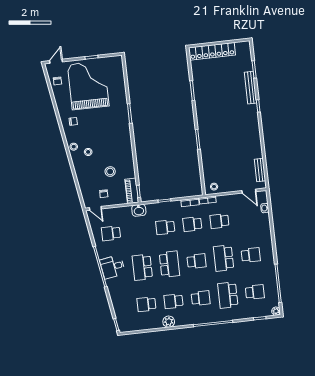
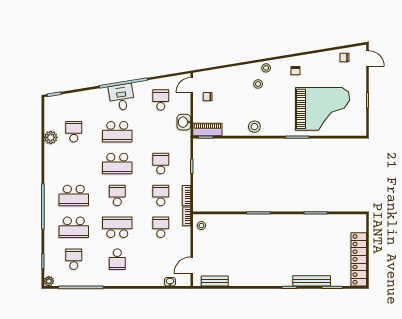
locker: (212, 51) -> (359, 259), moved
grand piano: (88, 85) -> (323, 109), moved
stool: (110, 172) -> (254, 127), moved
washbasin: (139, 210) -> (184, 122), moved
school desk: (196, 261) -> (117, 195), turned 180
school desk: (142, 267) -> (117, 132), turned 180
school desk: (255, 292) -> (74, 259), turned 180
school desk: (228, 295) -> (74, 227), turned 180
school desk: (201, 298) -> (74, 195), width x1.85
school desk: (174, 301) -> (74, 164), removed
plant: (169, 322) -> (51, 137), moved

